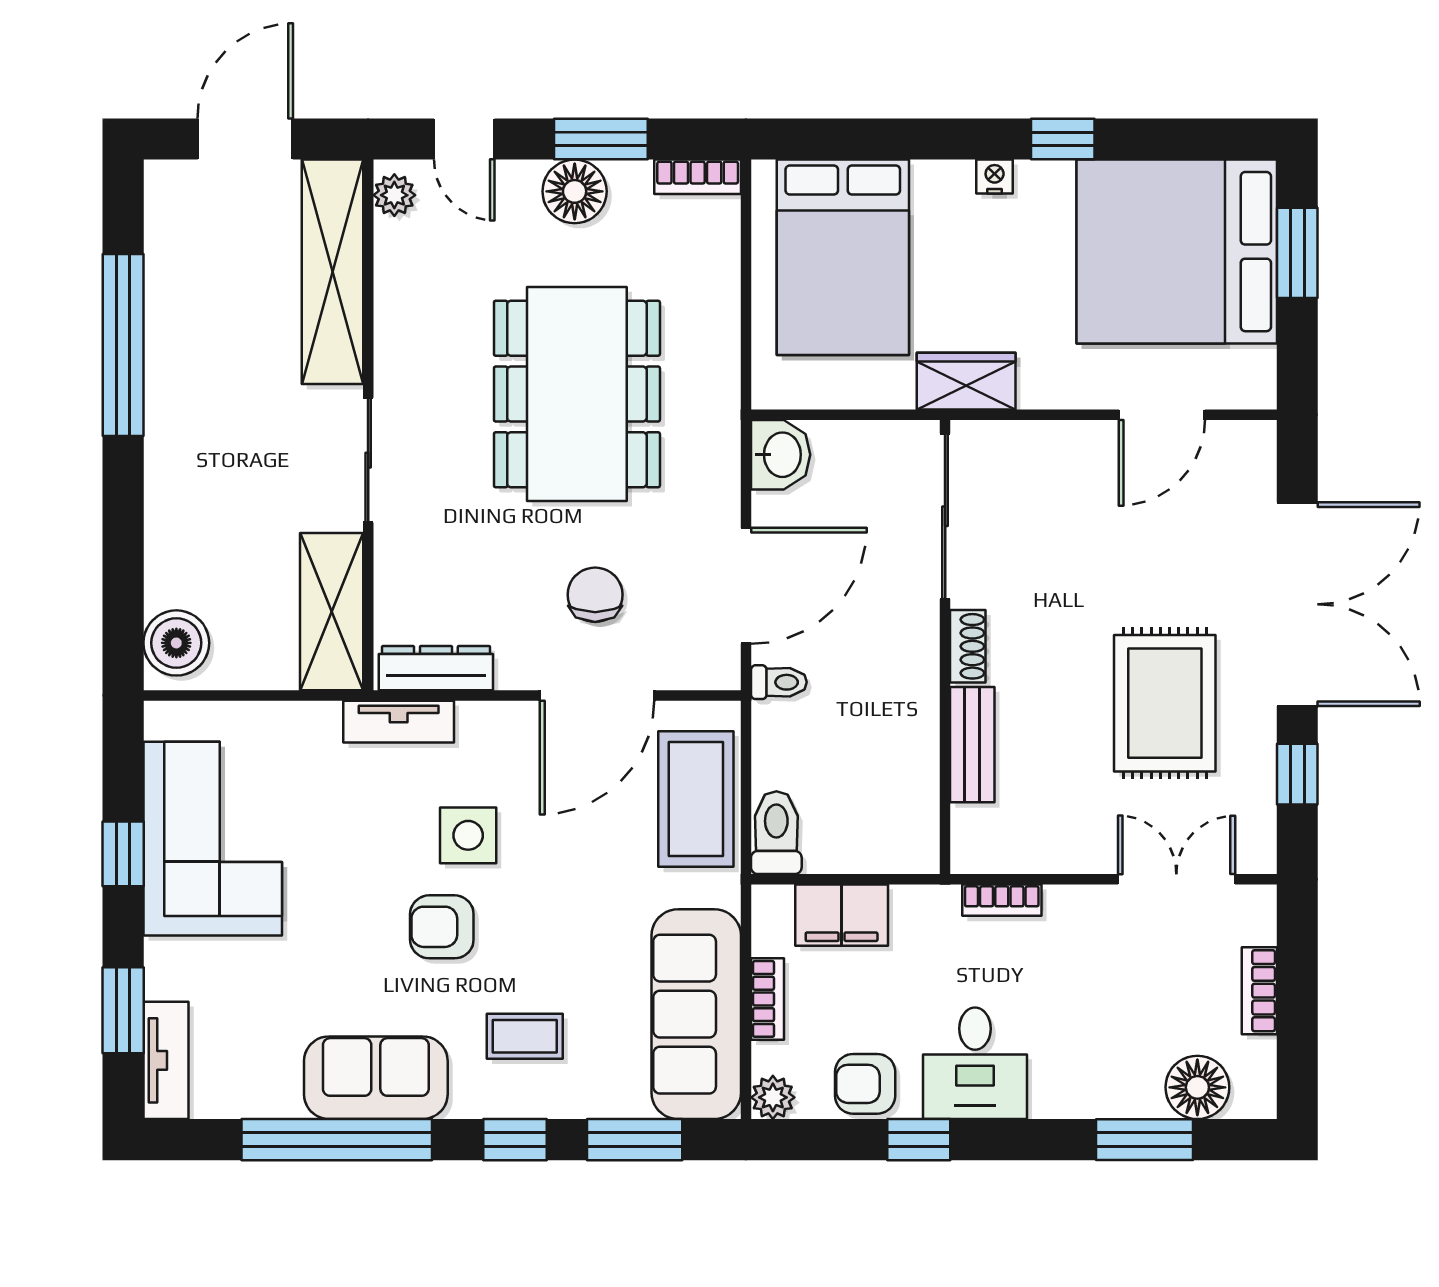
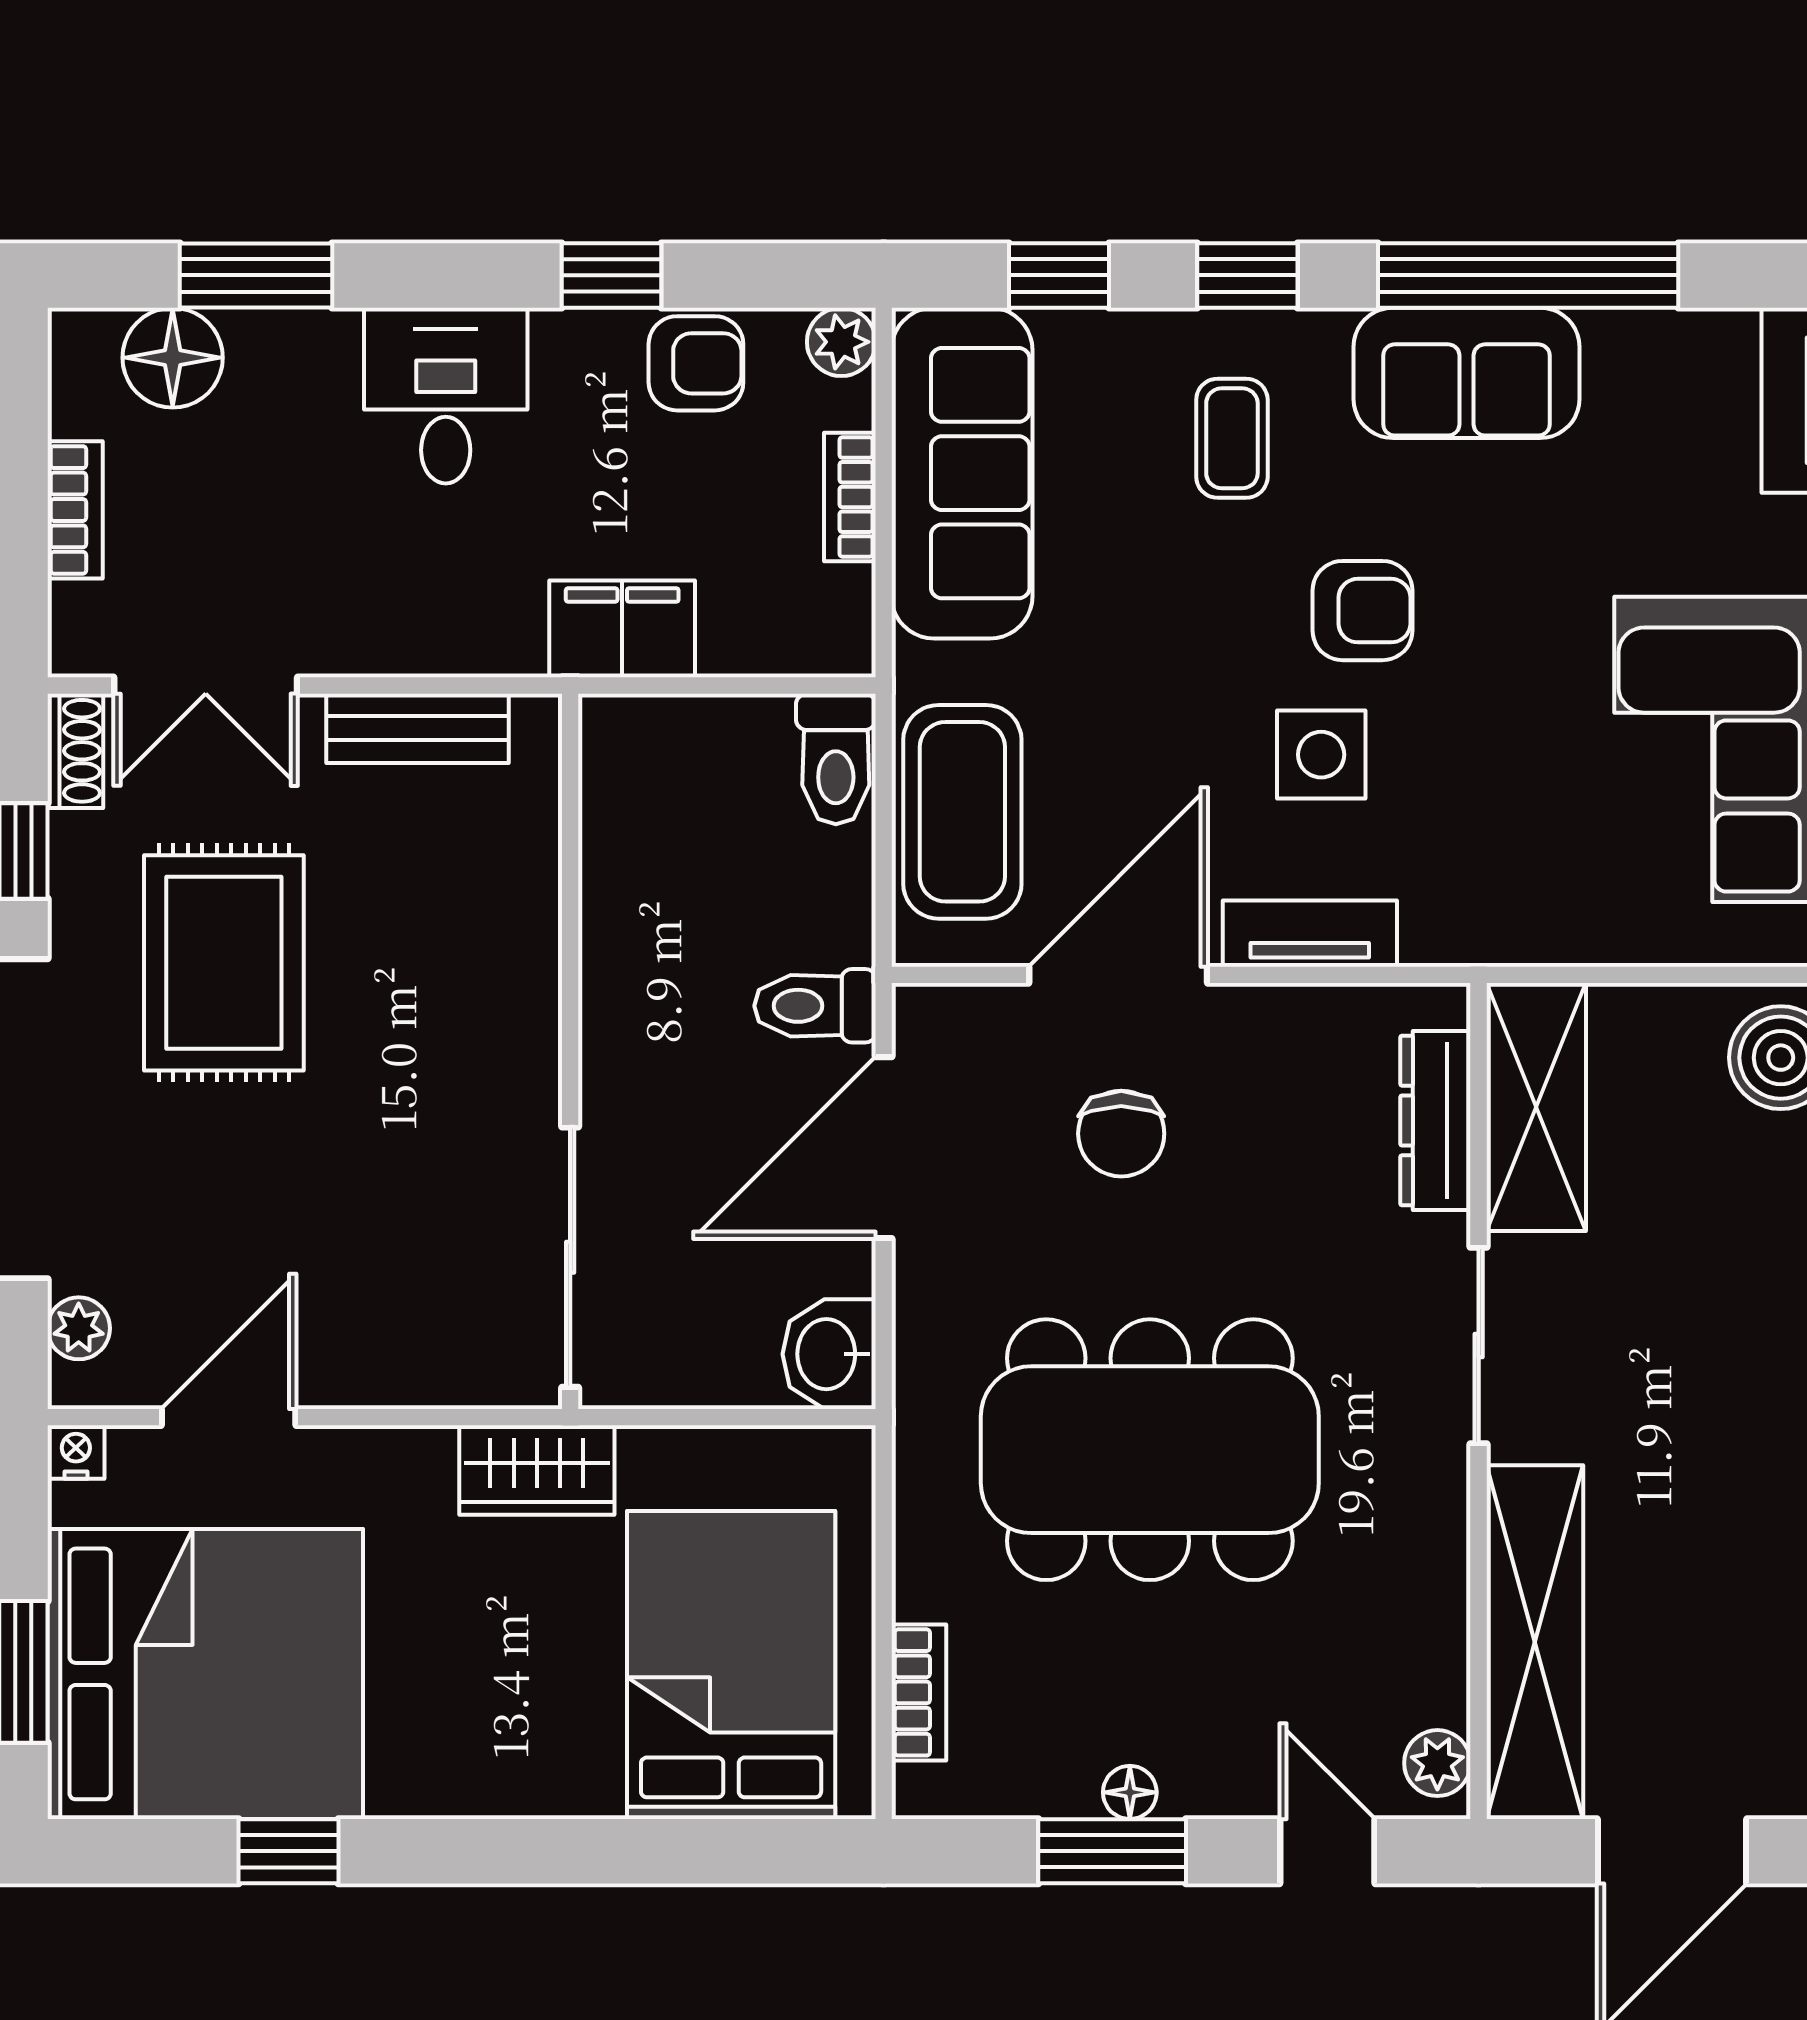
window: (1063, 139) -> (289, 1851), moved
nightstand: (995, 176) -> (76, 1452), moved, turned 180
bookcase: (698, 177) -> (919, 1692), moved, turned 90
floor lamp: (575, 191) -> (1130, 1792), width x0.53, depth x0.53
dining table: (577, 394) -> (1150, 1450), turned 90
plant: (1257, 471) -> (79, 1328), added
shoe rack: (968, 646) -> (75, 751), moved, turned 180
dresser: (436, 668) -> (1435, 1120), moved, turned 90
toilet: (779, 682) -> (815, 1006), width x1.37, depth x1.39
tv unit: (399, 722) -> (1310, 934), moved
bench: (972, 745) -> (418, 728), moved, turned 90
bookcase: (1002, 900) -> (481, 653), removed
filing cabinet: (842, 915) -> (622, 629), moved
coffee table: (525, 1036) -> (1232, 438), turned 90
desk: (975, 1063) -> (446, 396), moved
window: (635, 1140) -> (1059, 275), width x0.67

